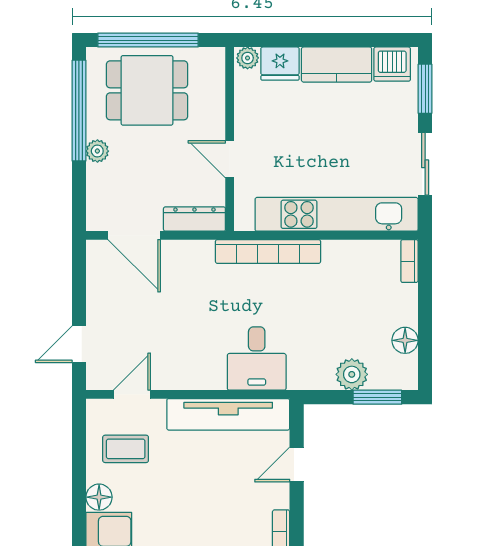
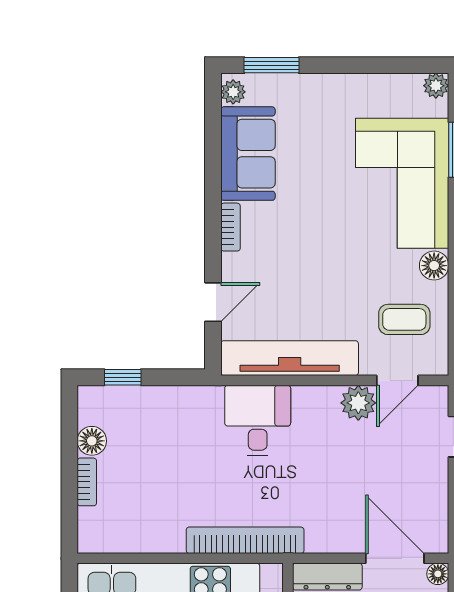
floor lamp: (96, 221) -> (438, 574), added
bookcase: (409, 261) -> (87, 482), moved
plant: (352, 374) -> (358, 403), moved
window: (377, 397) -> (123, 377), width x0.67

